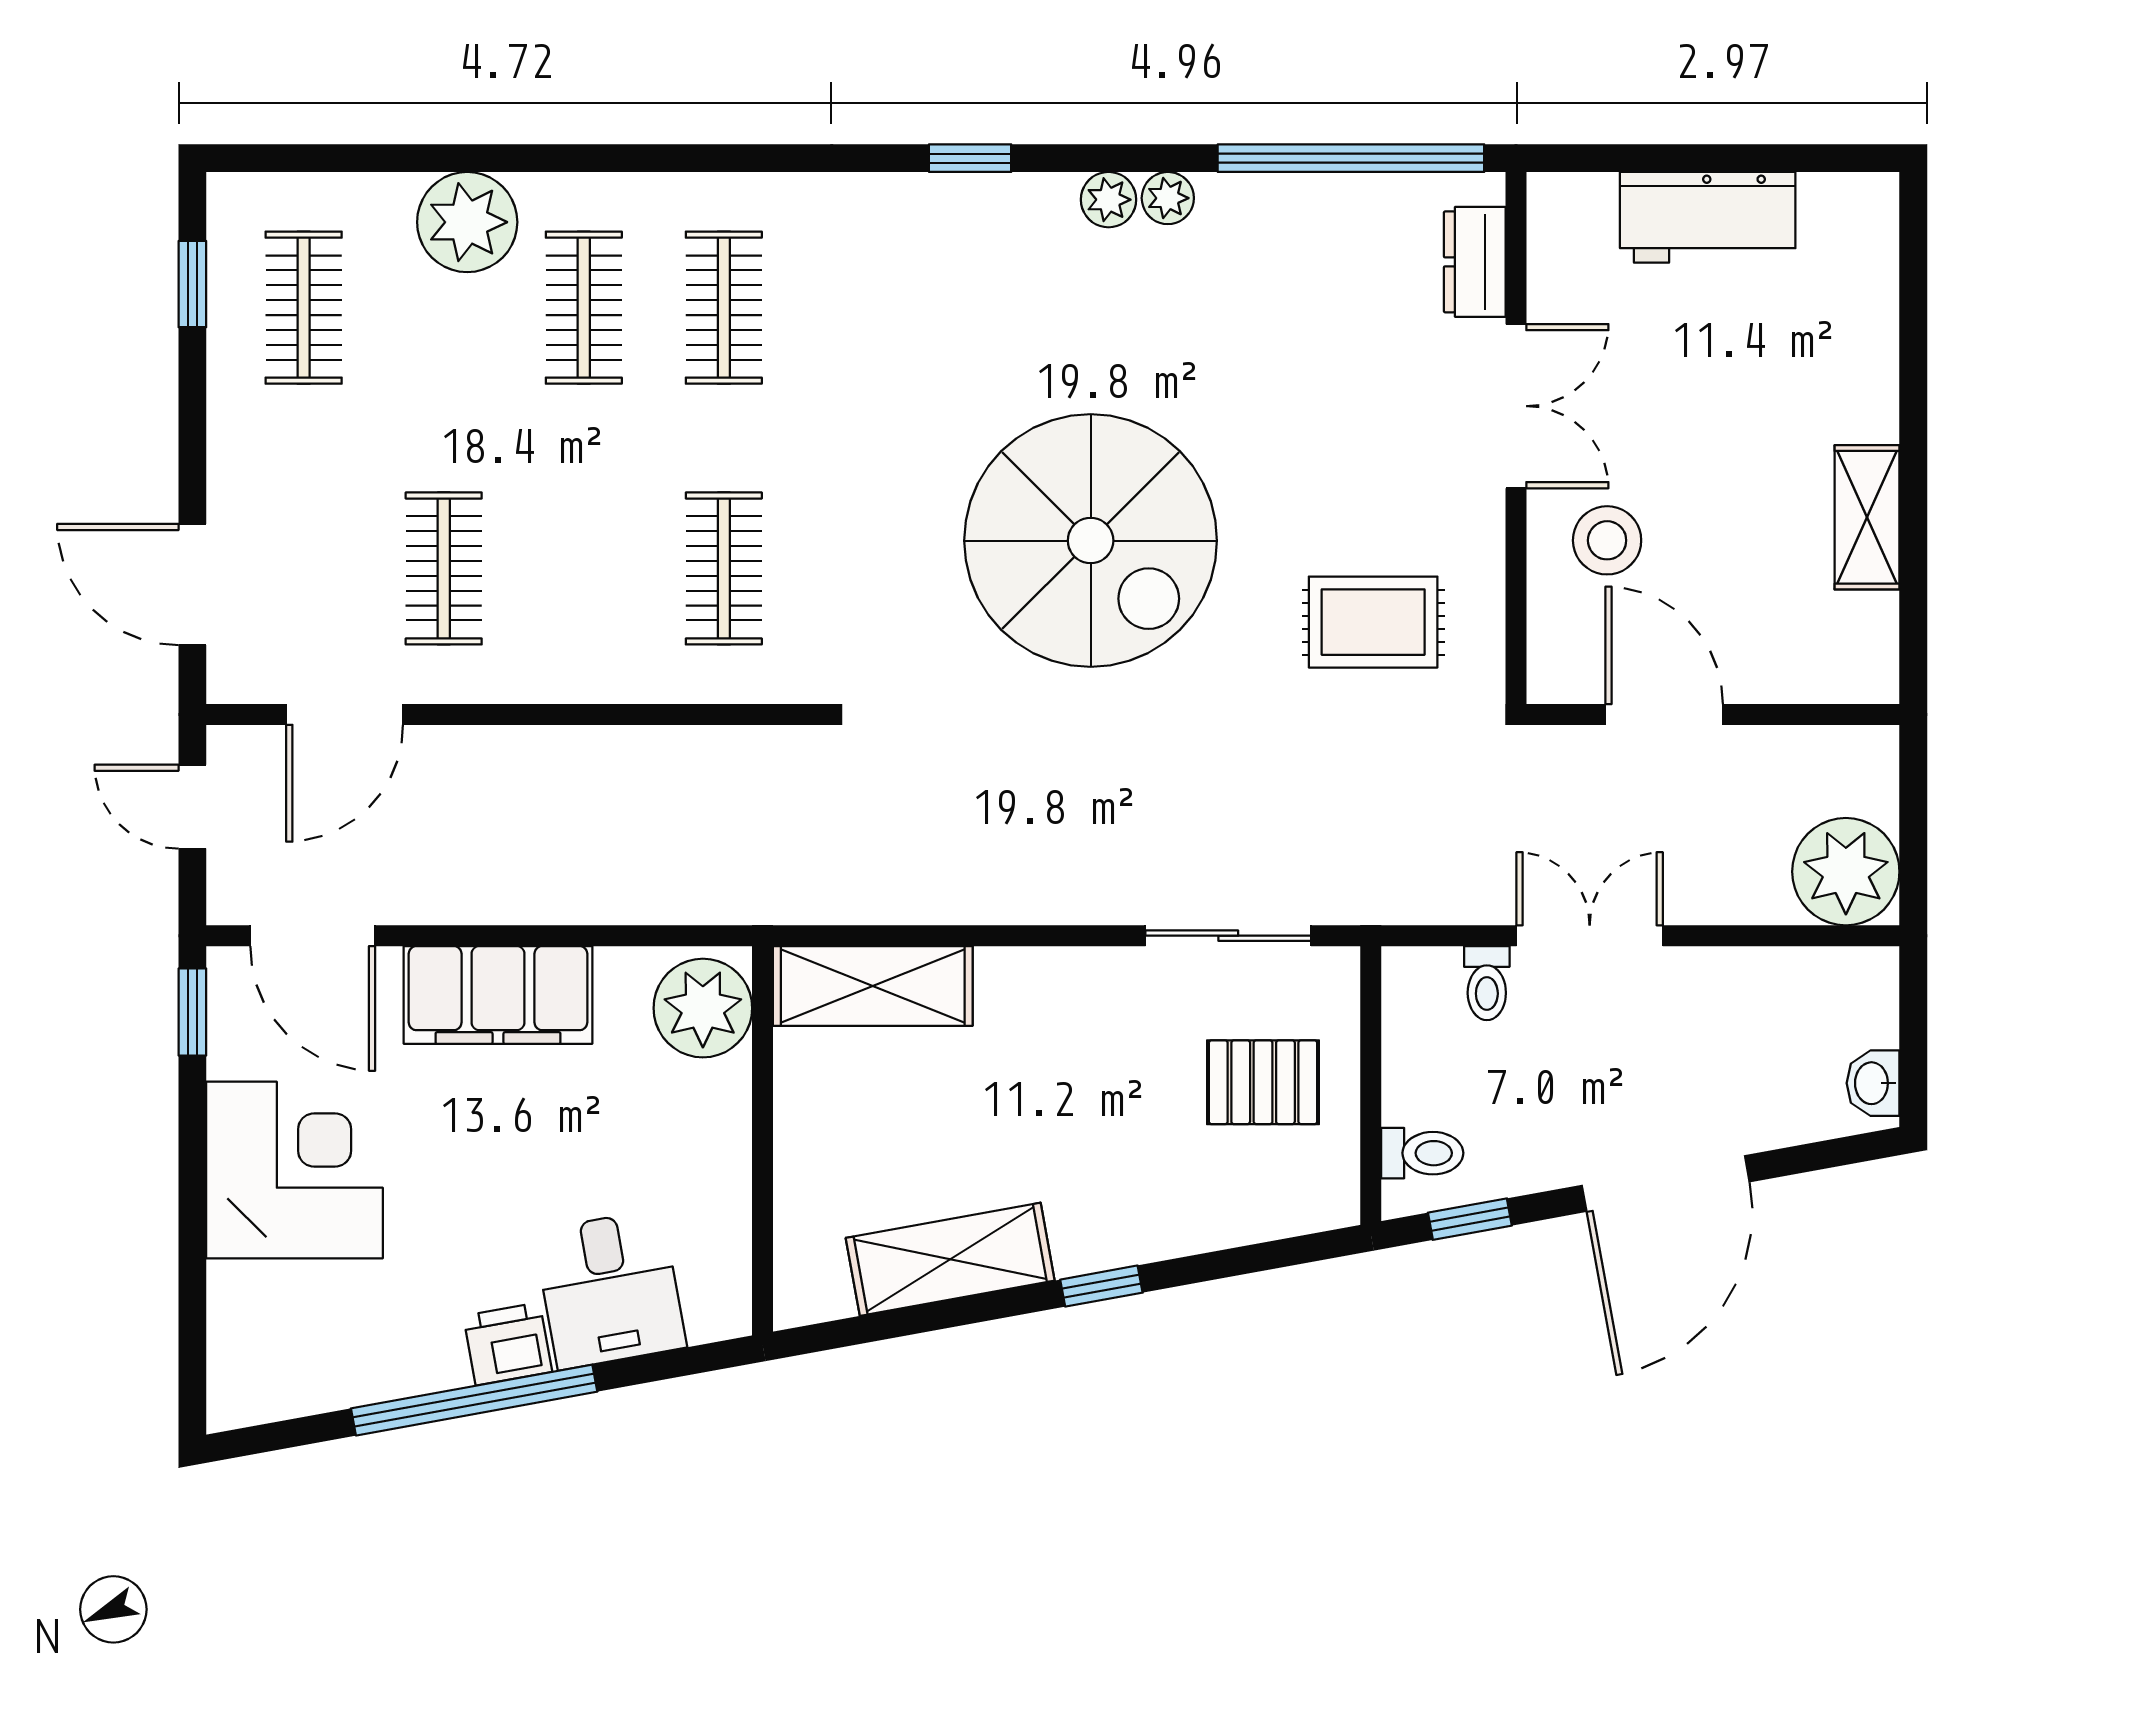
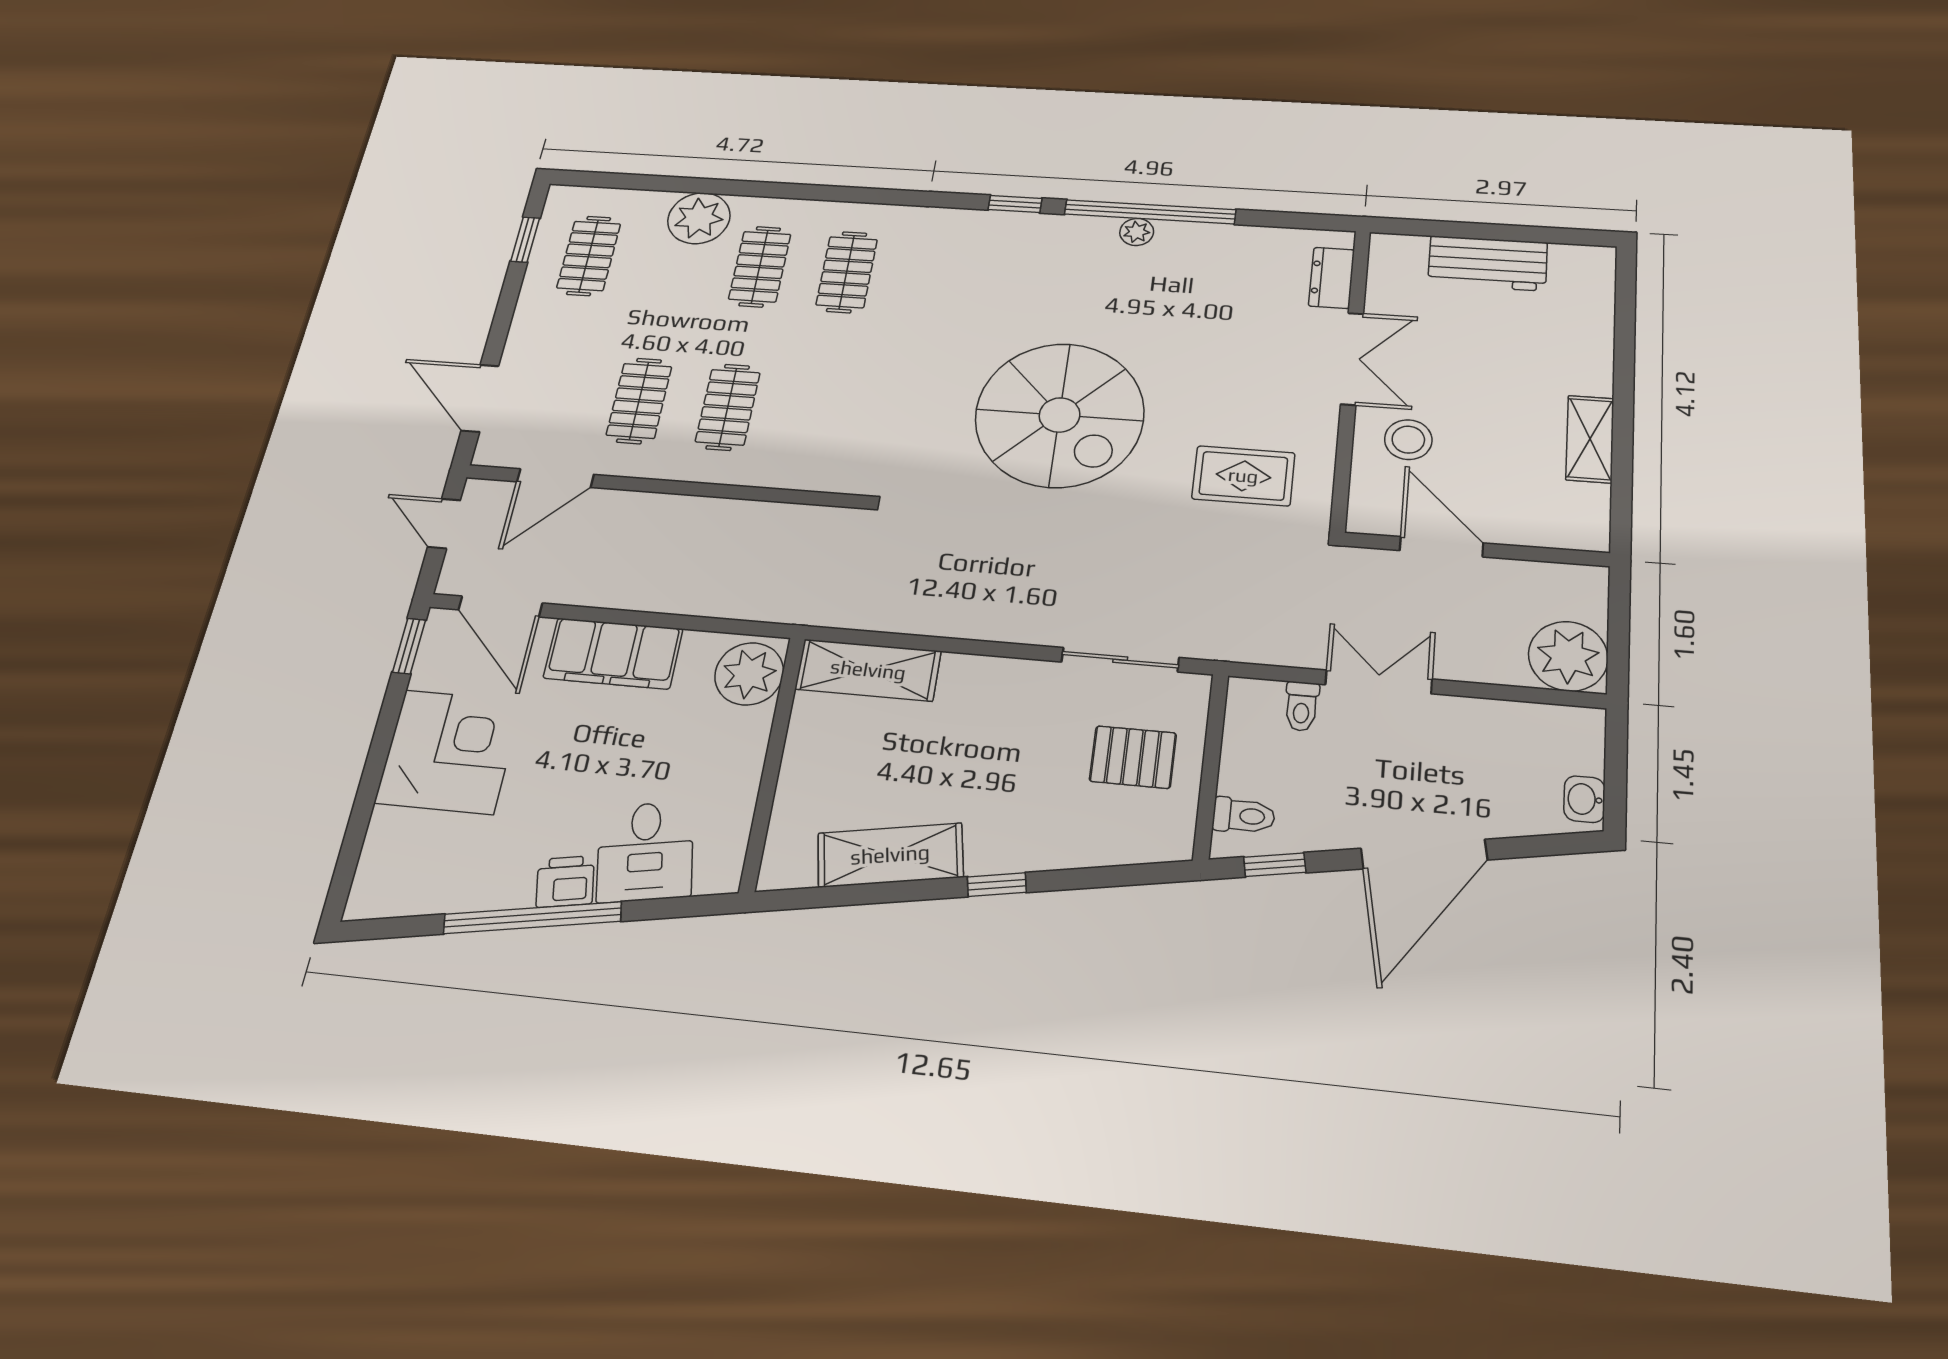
window: (1351, 158) -> (1150, 212), moved
plant: (1109, 200) -> (1099, 231), removed
clothes rail: (724, 568) -> (728, 407), moved

